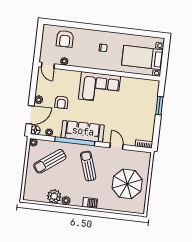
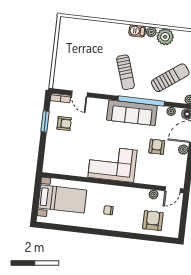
door: (48, 65) -> (173, 190), swing flipped
window: (159, 106) -> (45, 121), moved
armchair: (141, 122) -> (64, 123), added
door: (117, 146) -> (80, 94), moved
parasol: (127, 184) -> (80, 52), removed
barbecue: (90, 203) -> (137, 31), moved

